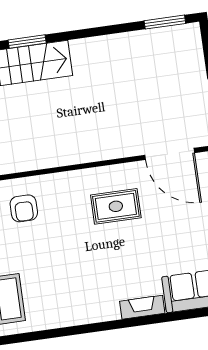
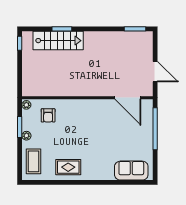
rug: (116, 206) -> (68, 167), moved
fireplace: (142, 307) -> (102, 175), removed

